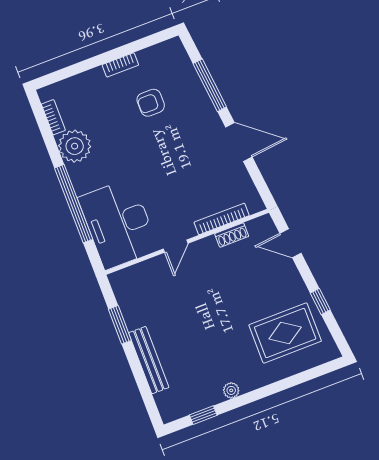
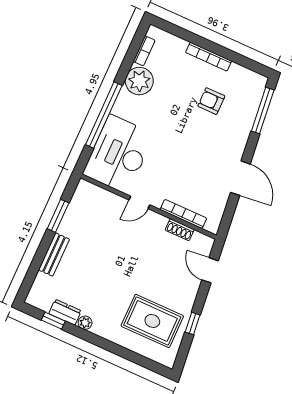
bookcase: (120, 65) -> (209, 57), width x1.56
window: (210, 85) -> (263, 111), moved
bench: (149, 360) -> (54, 255), width x0.73
dresser: (206, 398) -> (65, 312), added

